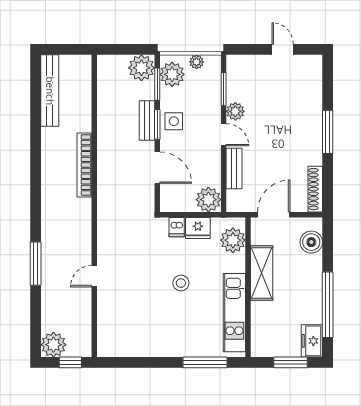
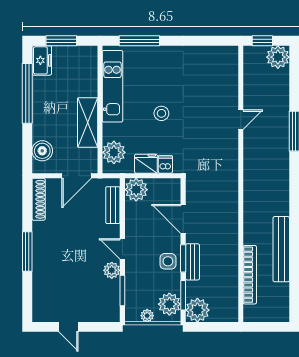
bench: (50, 91) -> (281, 249), moved
bookcase: (84, 165) -> (250, 275), moved
bench: (234, 168) -> (113, 205), moved

